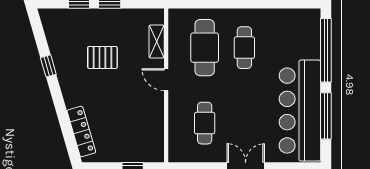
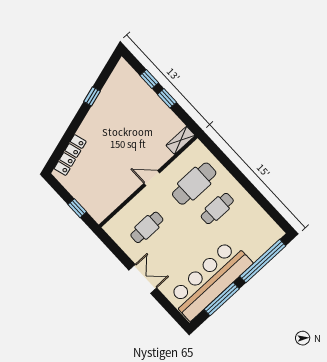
shelving: (157, 41) -> (180, 140), moved
pallet: (102, 57) -> (129, 125), removed
door: (166, 80) -> (152, 178), hinge flipped

